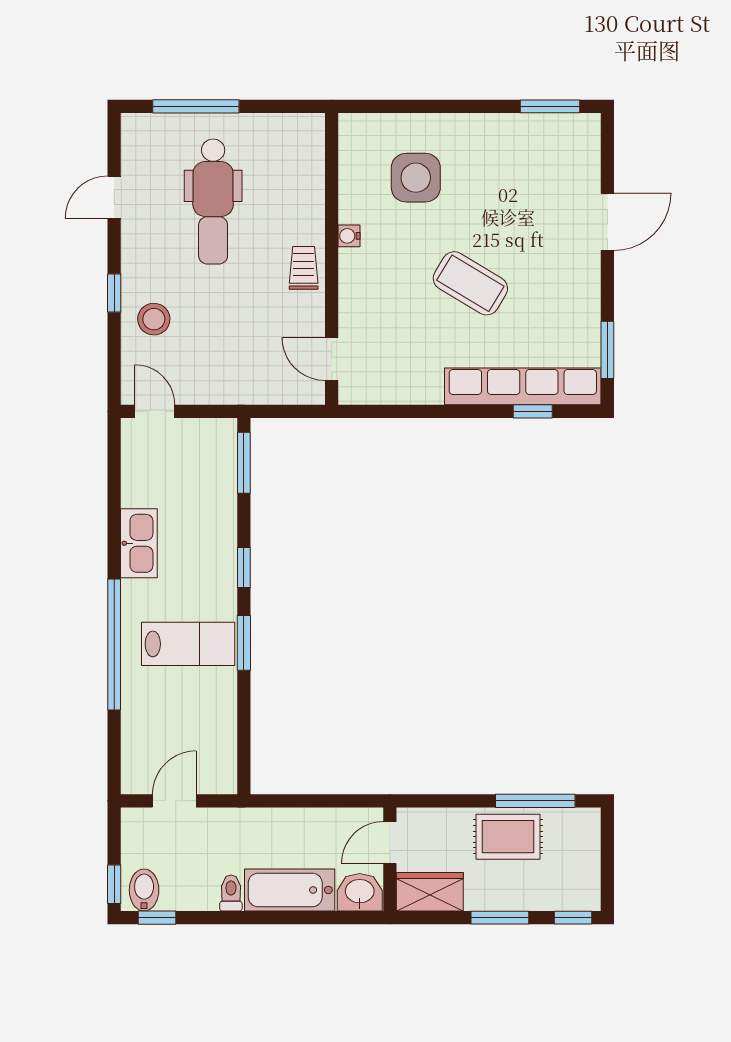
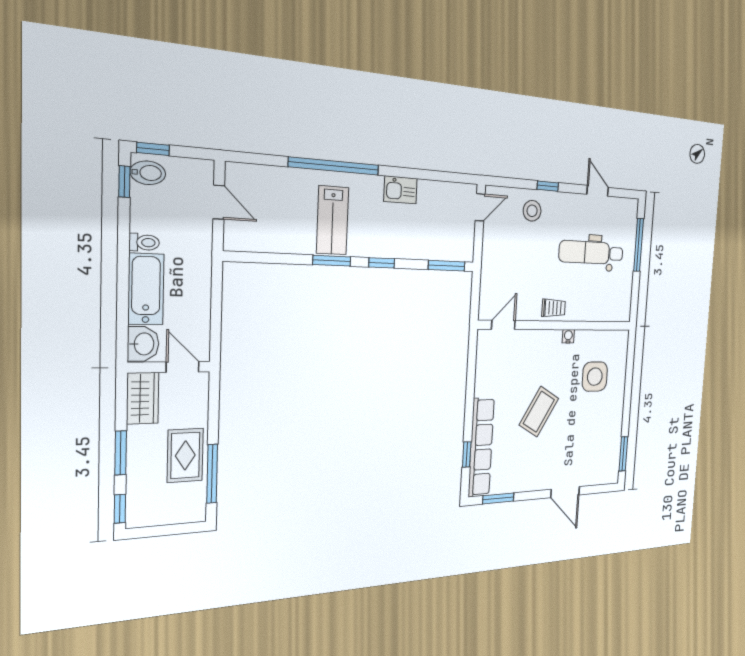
kitchen sink: (139, 543) -> (400, 190), width x0.73

